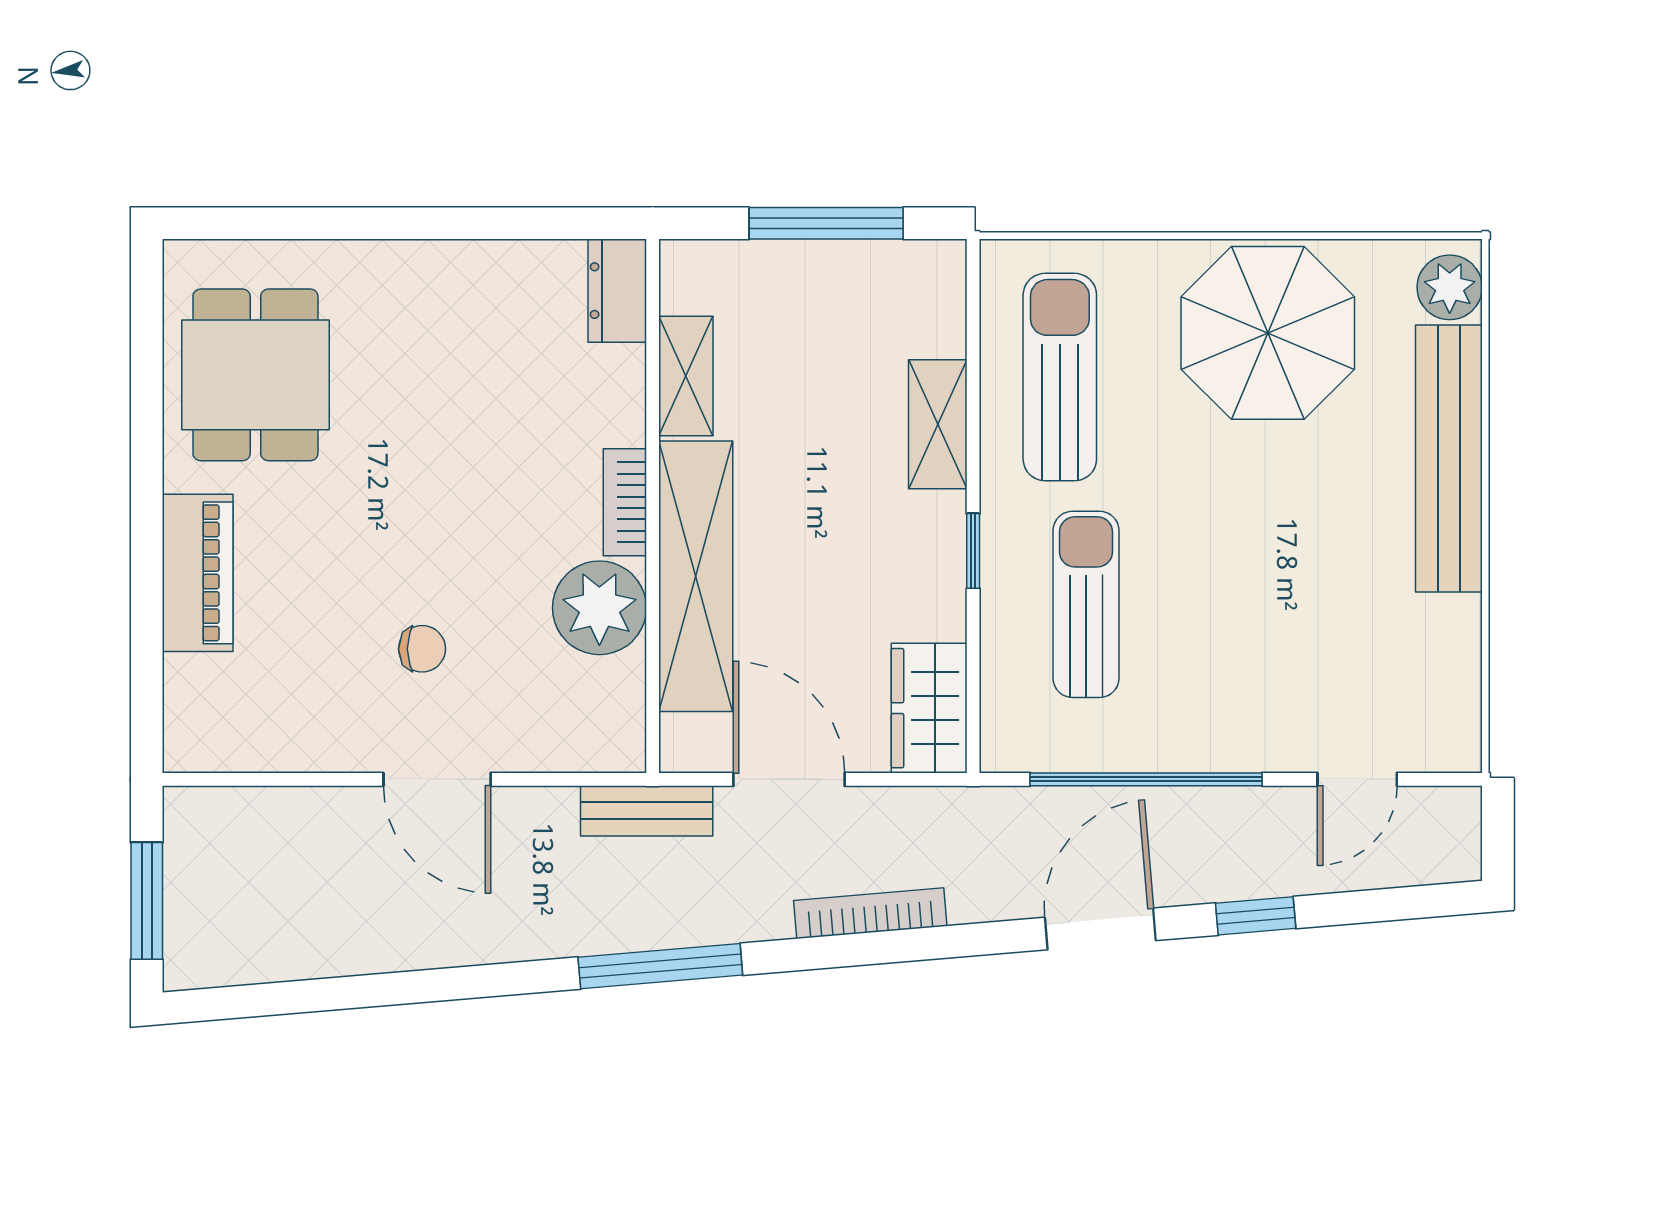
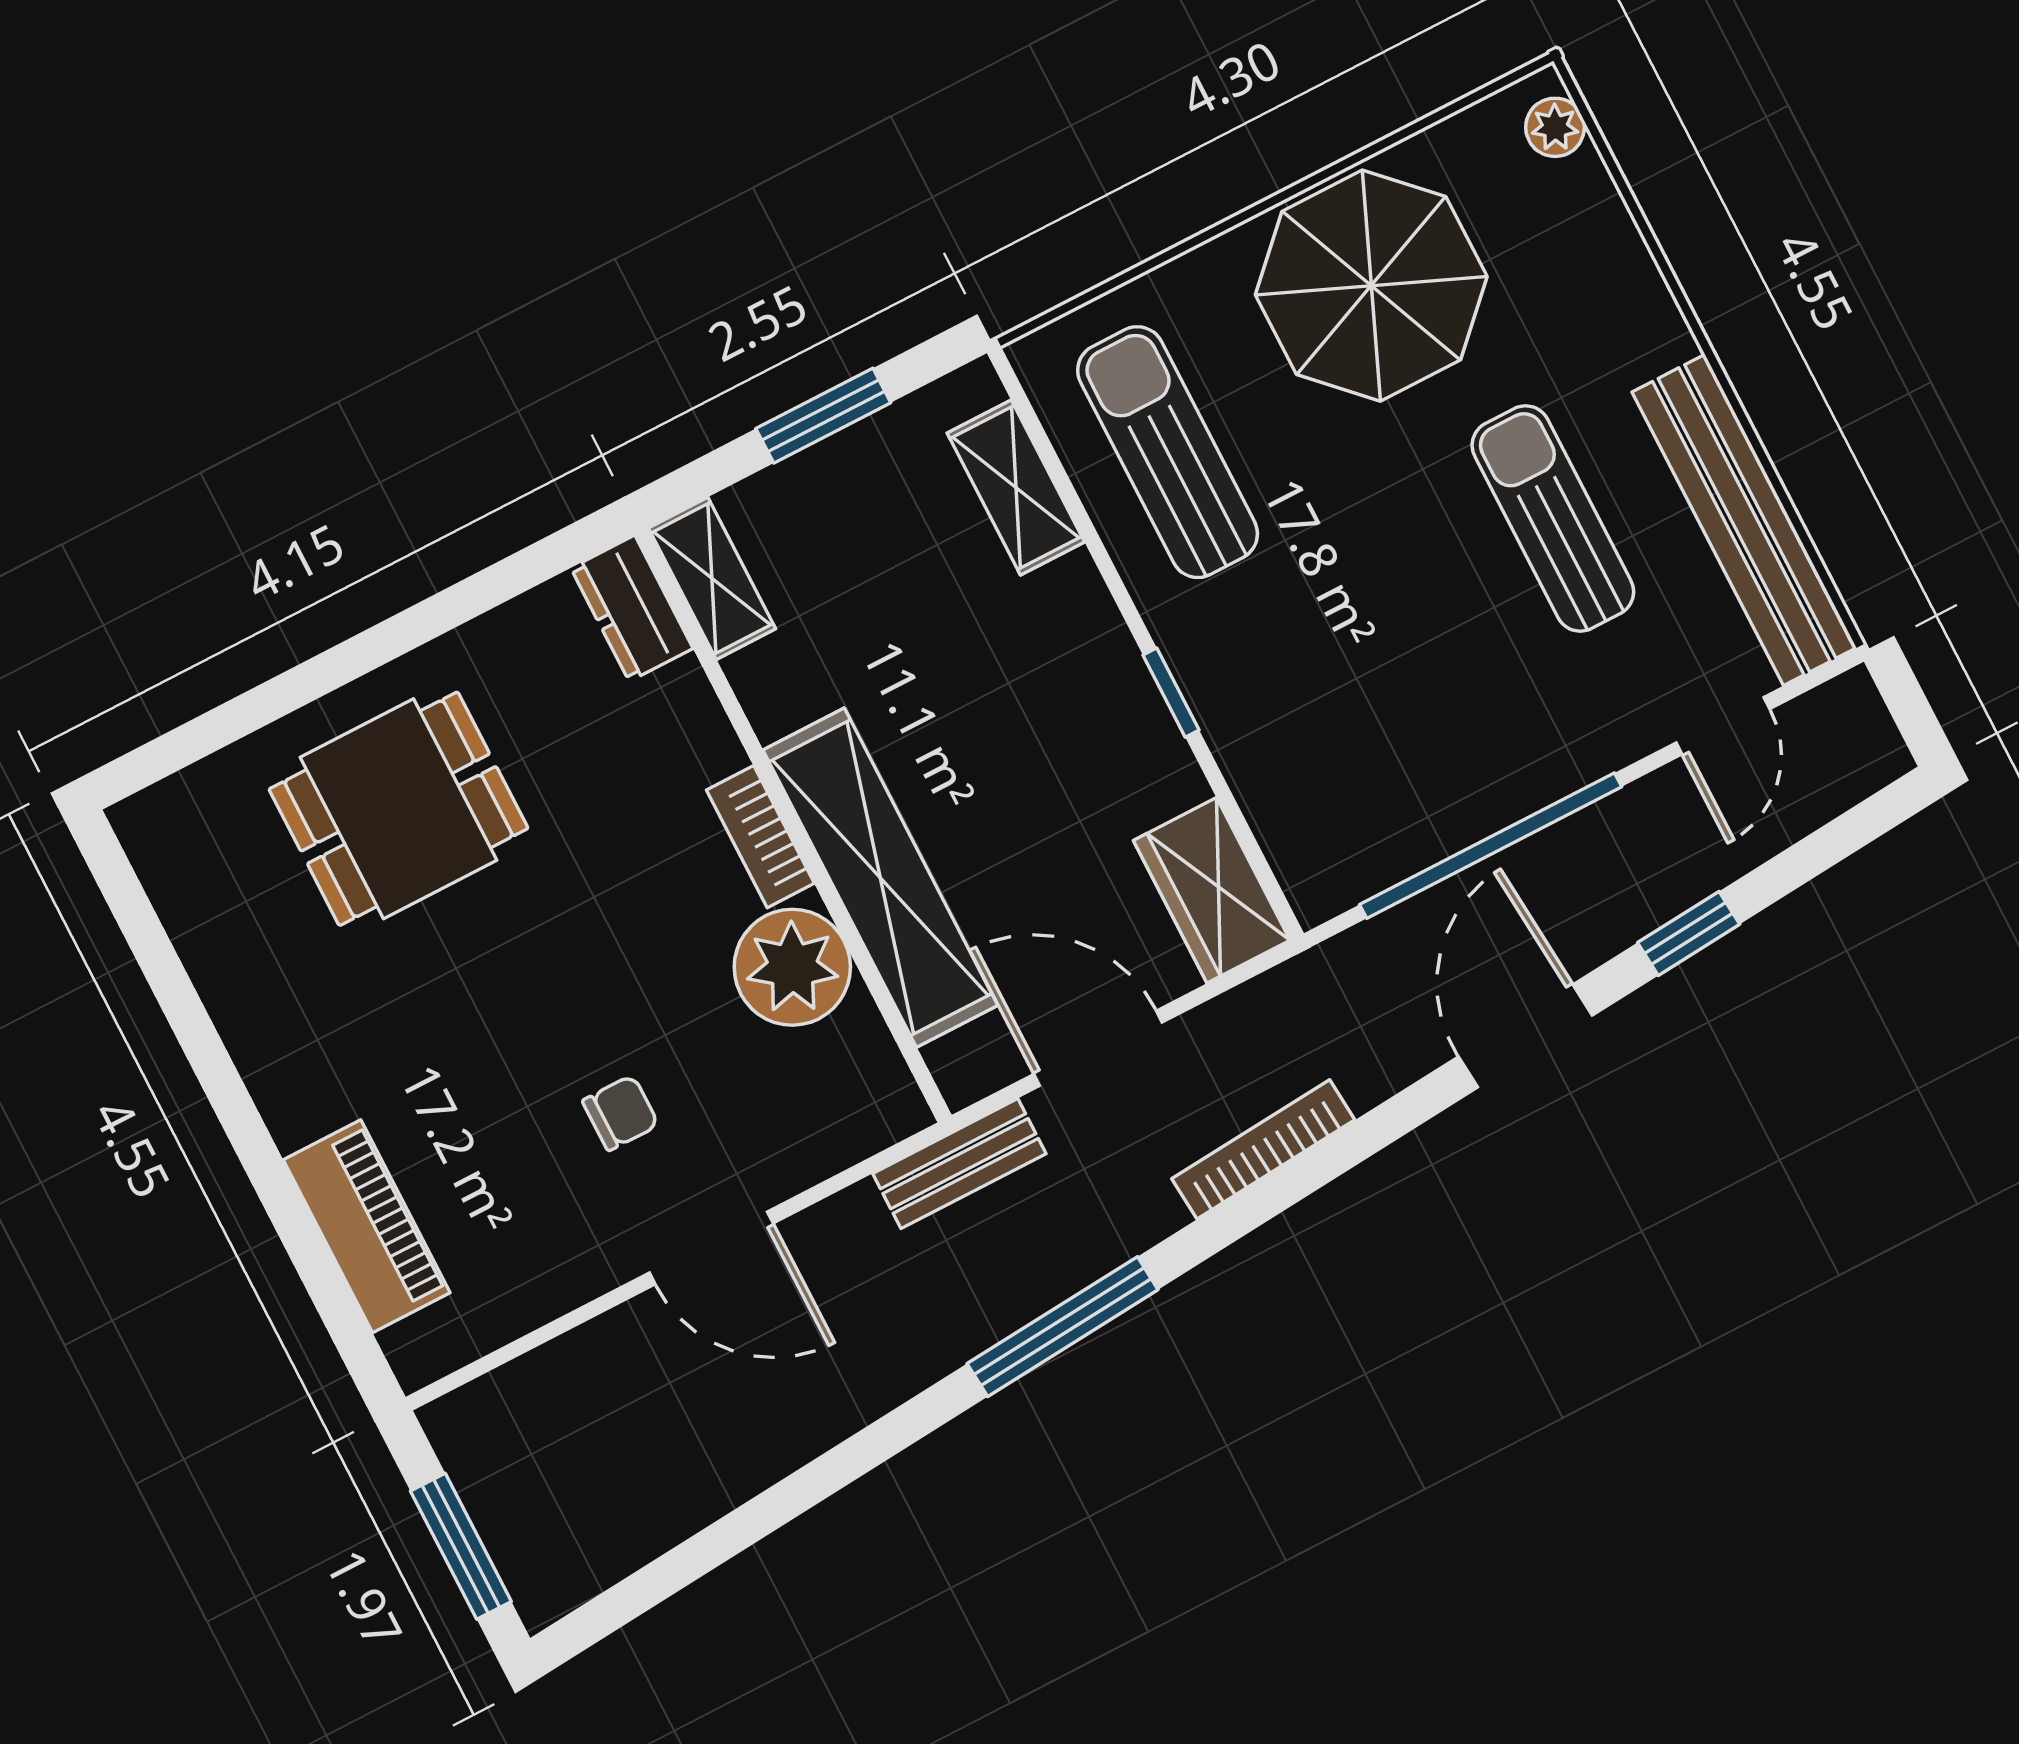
window: (826, 223) -> (823, 416), width x0.69
plant: (1450, 287) -> (1555, 127), width x0.73, depth x0.73
dining table: (255, 375) -> (398, 809), moved, turned 90
shelving: (686, 376) -> (712, 578), moved
shelving: (938, 424) -> (1016, 488), moved
bench: (1449, 459) -> (1744, 520), moved
piano: (198, 573) -> (367, 1226), moved
sun lounger: (1086, 604) -> (1553, 519), moved

